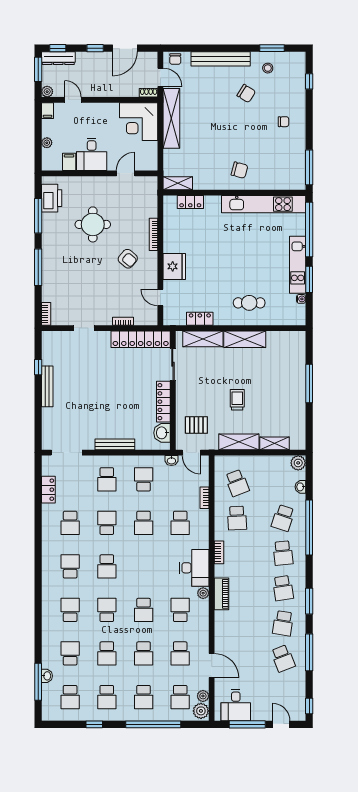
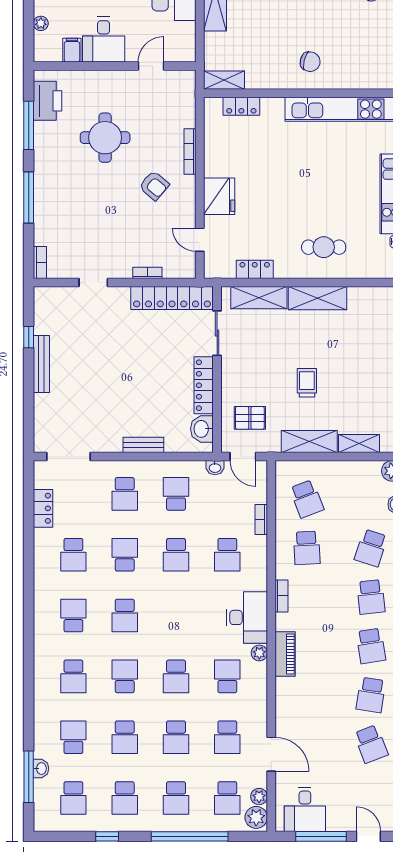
bench: (115, 444) -> (143, 445), width x0.73
school desk: (70, 610) -> (73, 676), turned 180

